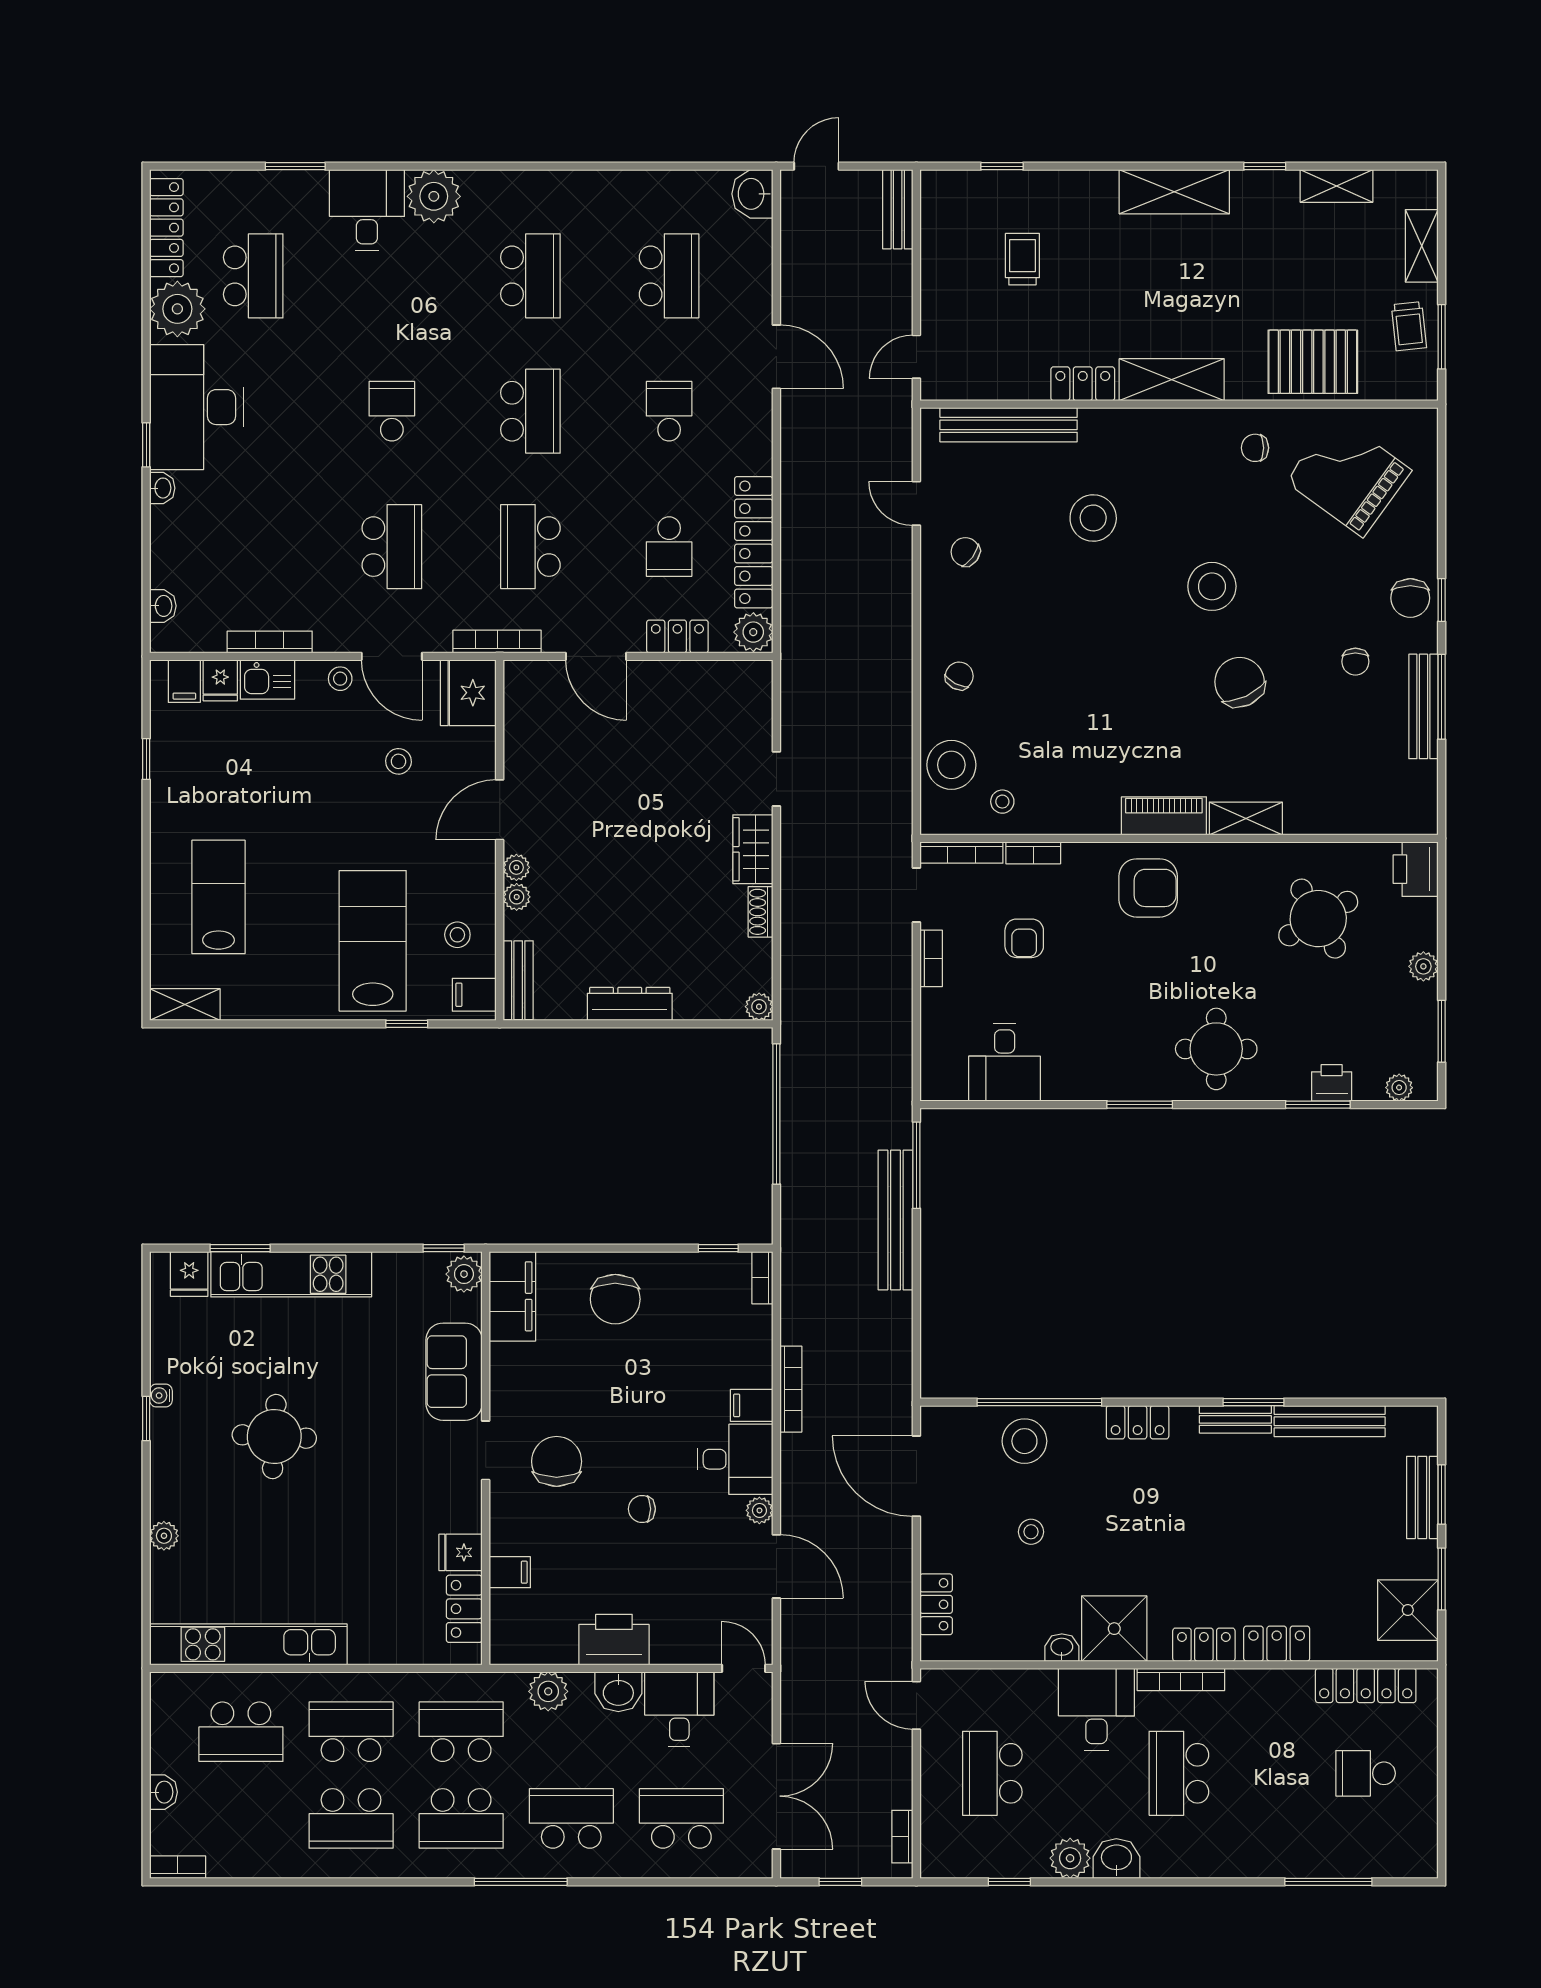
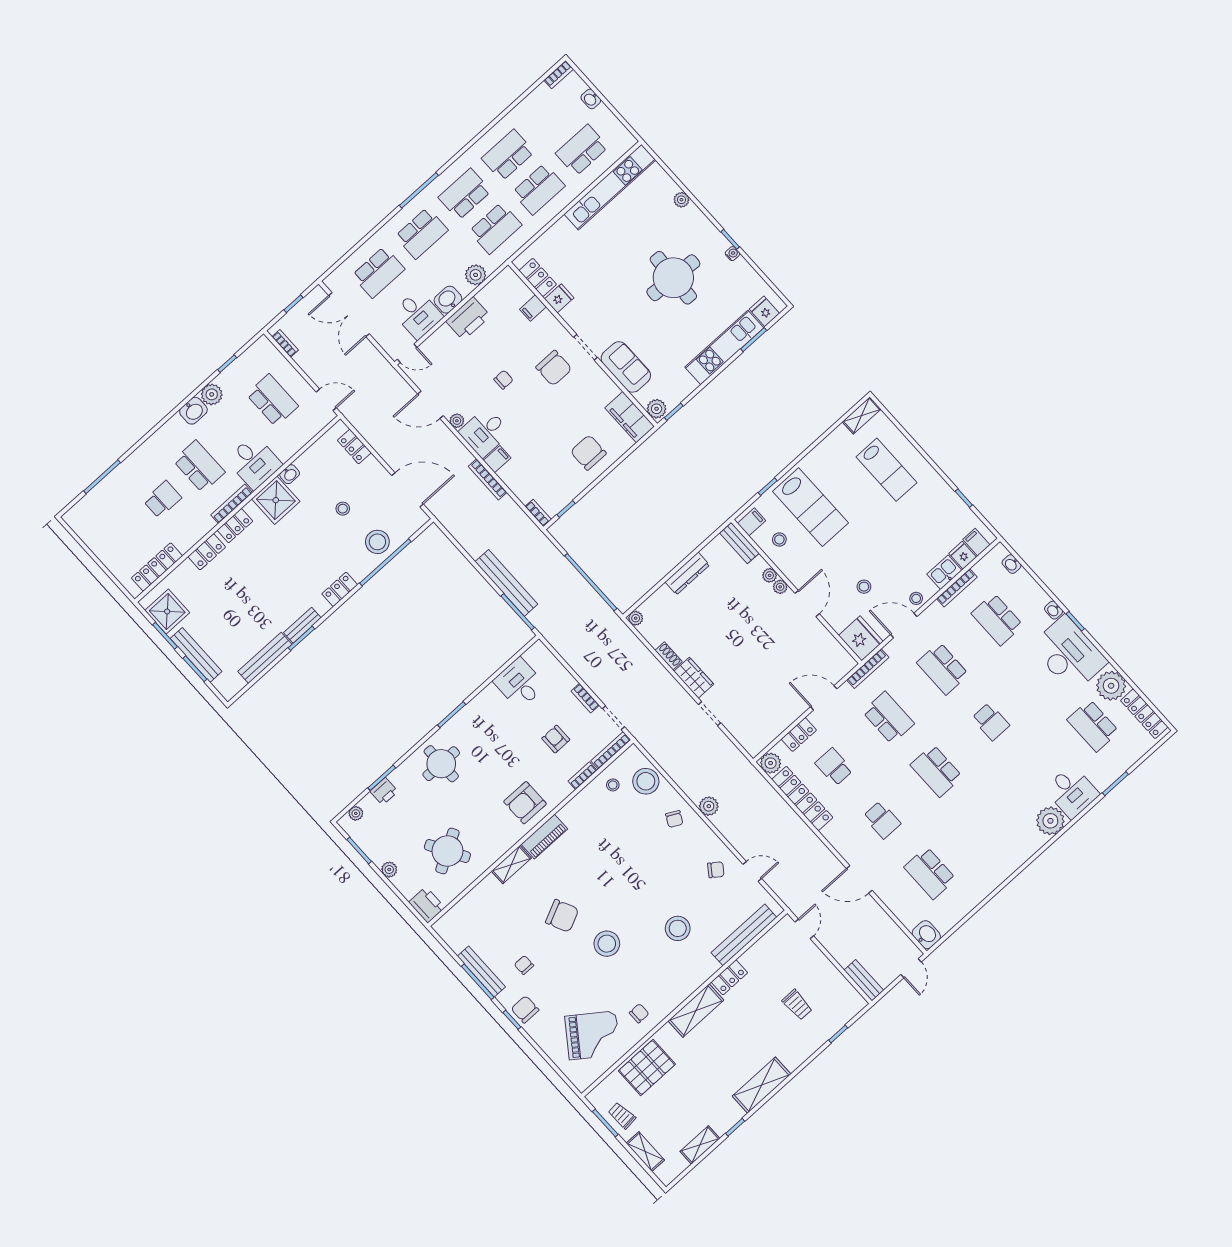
school desk: (530, 276) -> (997, 619), moved
plant: (895, 650) -> (709, 806), added
round table: (274, 1437) -> (673, 278), width x1.36, depth x1.36
bench: (1422, 1497) -> (196, 655), width x1.36
school desk: (1366, 1773) -> (162, 499), moved

